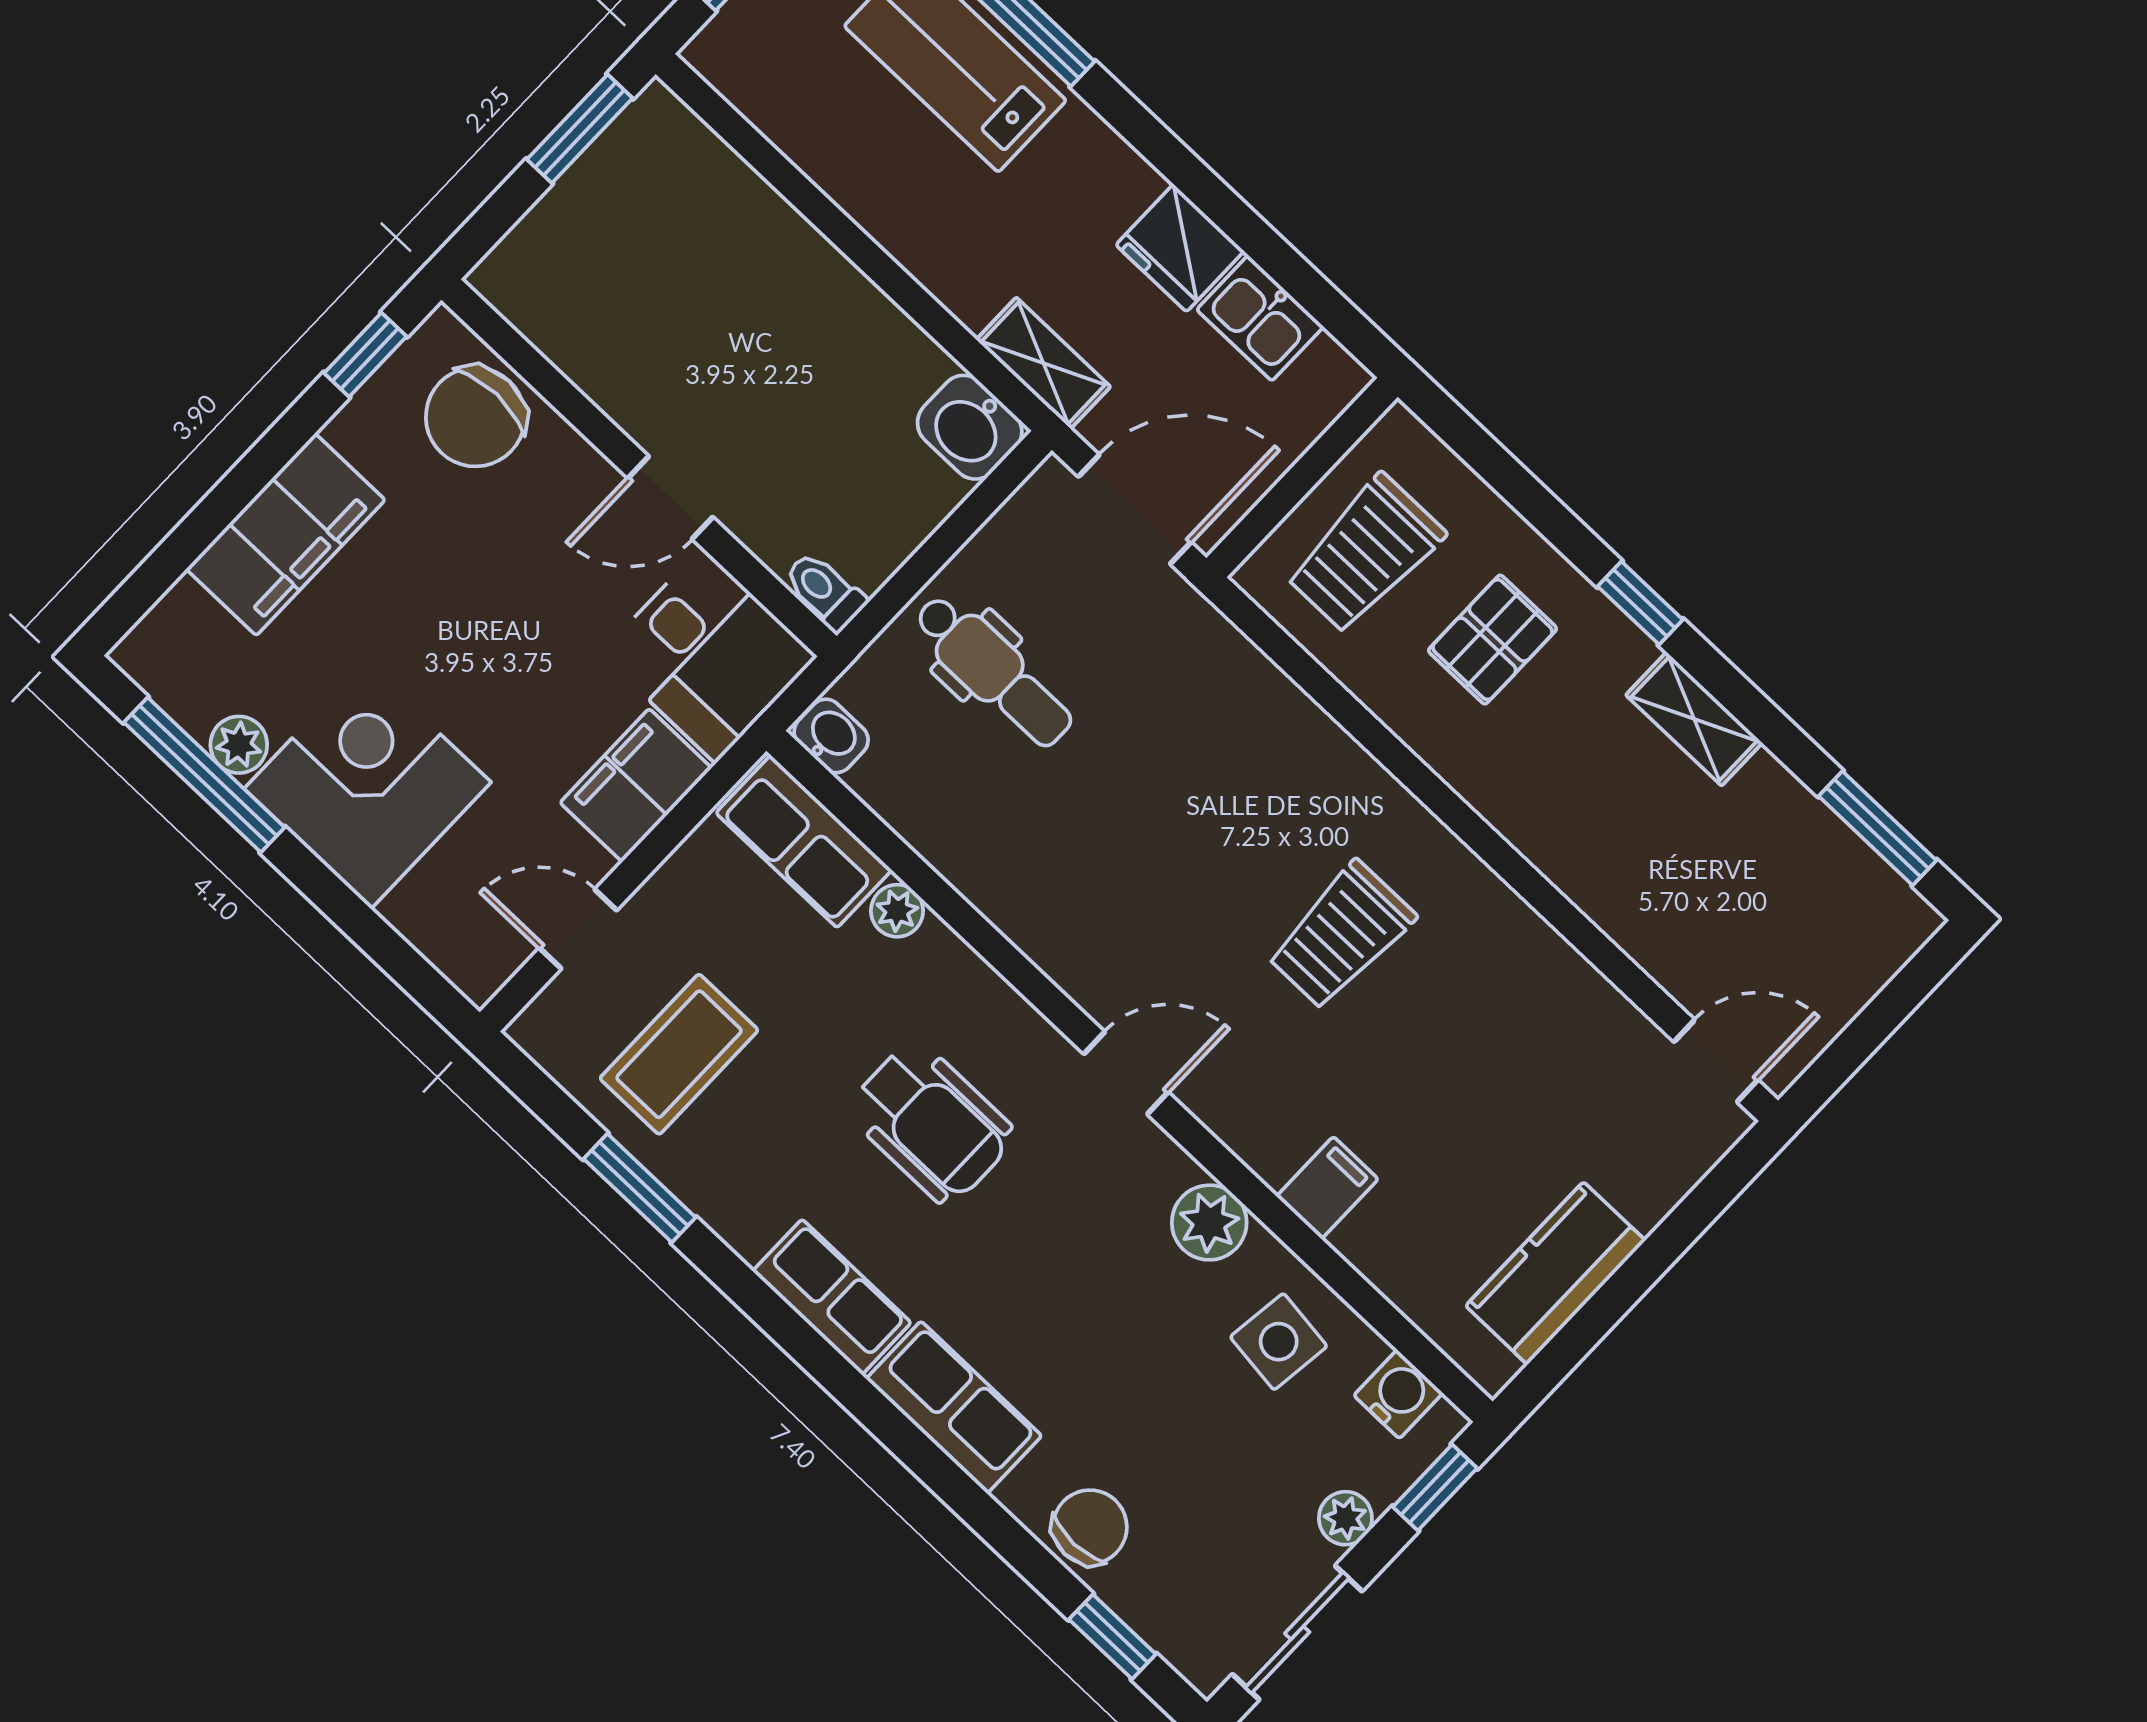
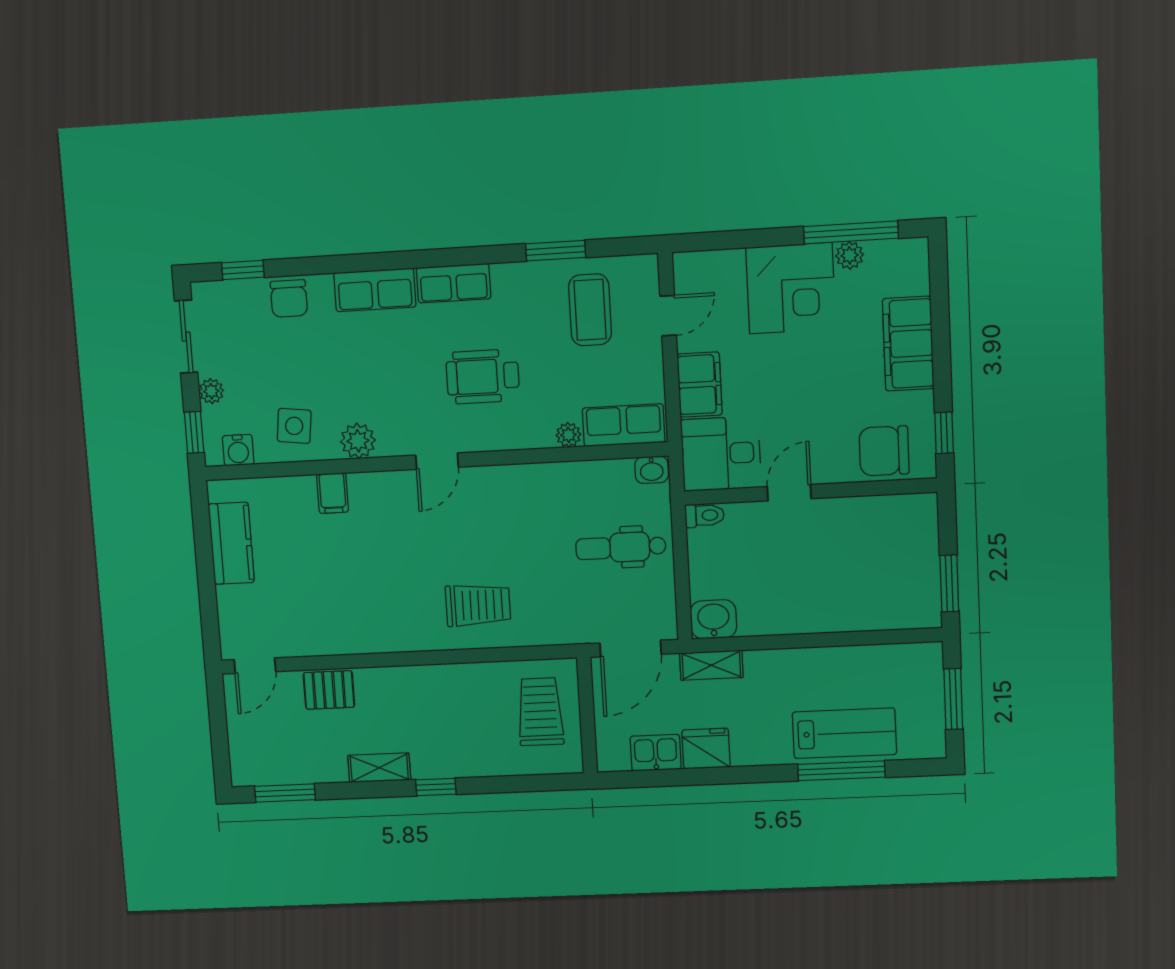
chair: (475, 417) -> (884, 451), turned -90
pallet: (1493, 640) -> (329, 690), moved, turned 90
trolley: (1341, 935) -> (478, 605), moved, turned 90

